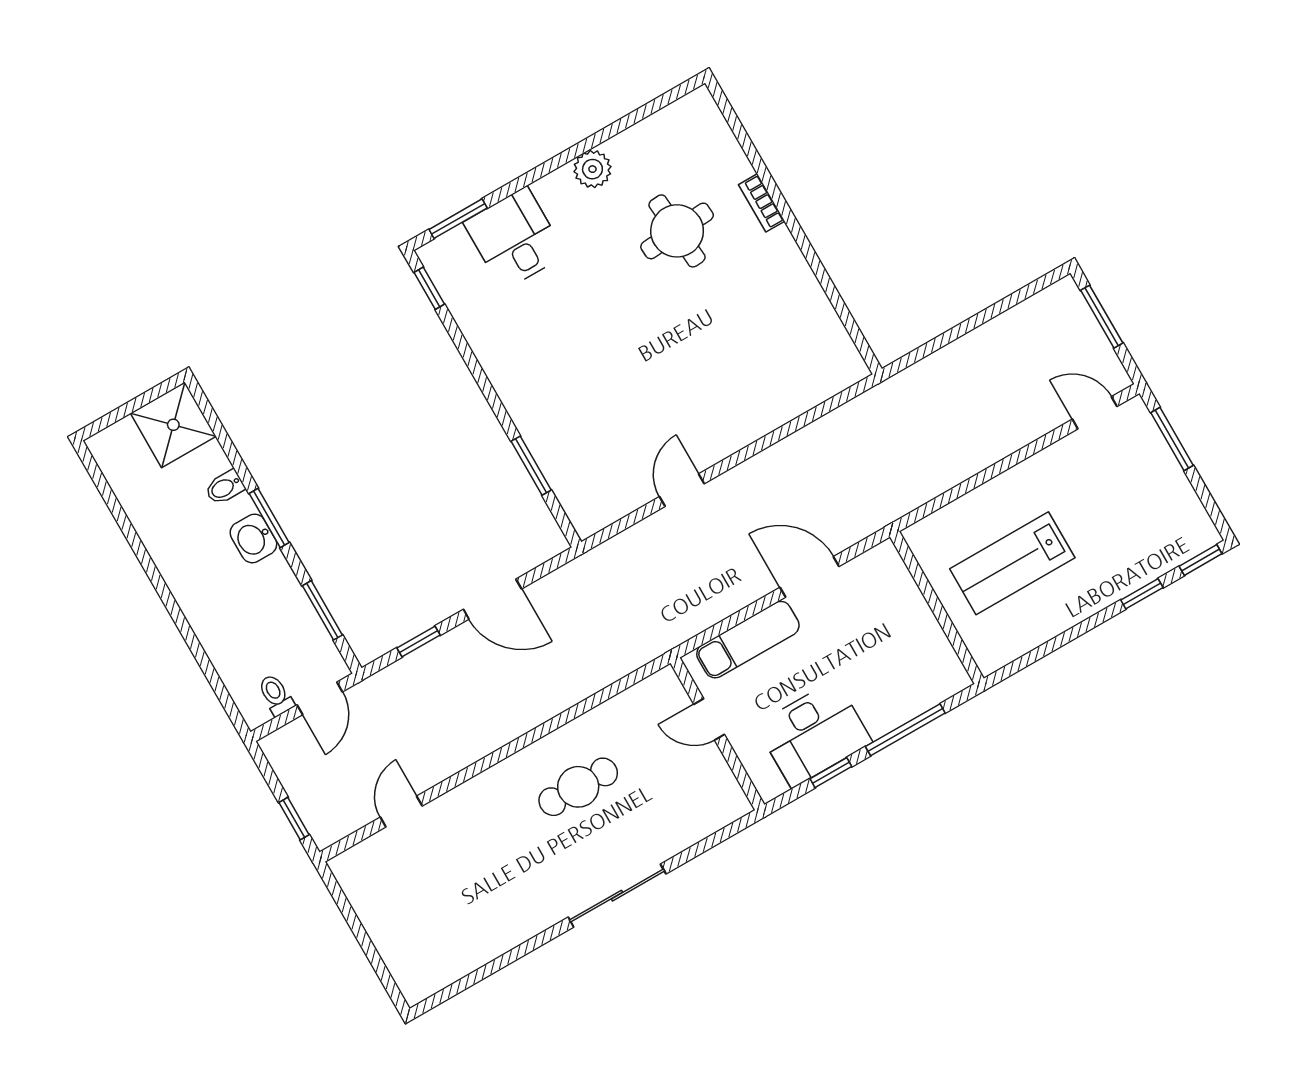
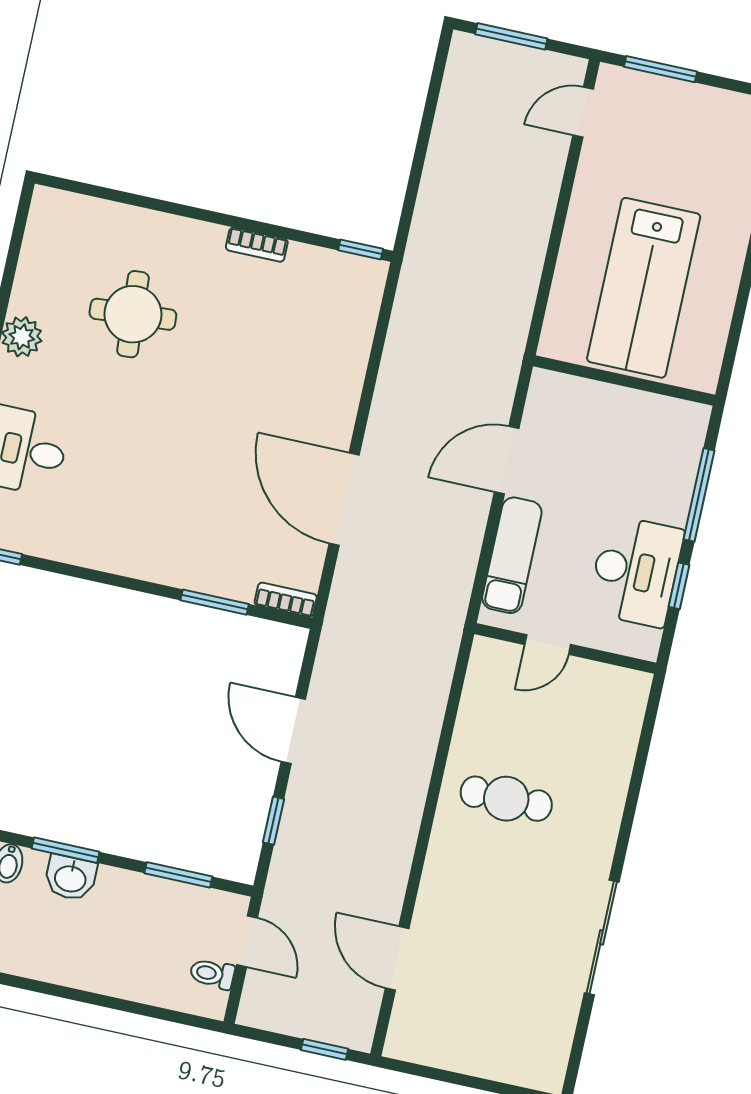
bookcase: (762, 203) -> (257, 245), moved
window: (863, 346) -> (361, 249), added
door: (682, 490) -> (344, 499), width x1.88
bookcase: (577, 513) -> (286, 600), added
lab bench: (1012, 563) -> (644, 288), width x1.36, depth x1.39
door: (492, 599) -> (293, 730), swing flipped
cafe table: (578, 787) -> (506, 799), turned 90
door: (401, 812) -> (397, 958), width x1.38
sliding door: (617, 896) -> (602, 937), moved

